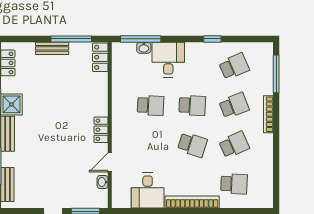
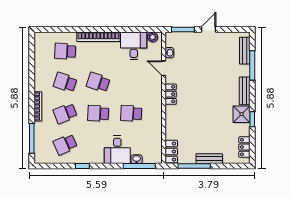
school desk: (234, 145) -> (65, 82), turned 42
door: (110, 162) -> (164, 68), swing flipped
plant: (124, 202) -> (153, 37), added

